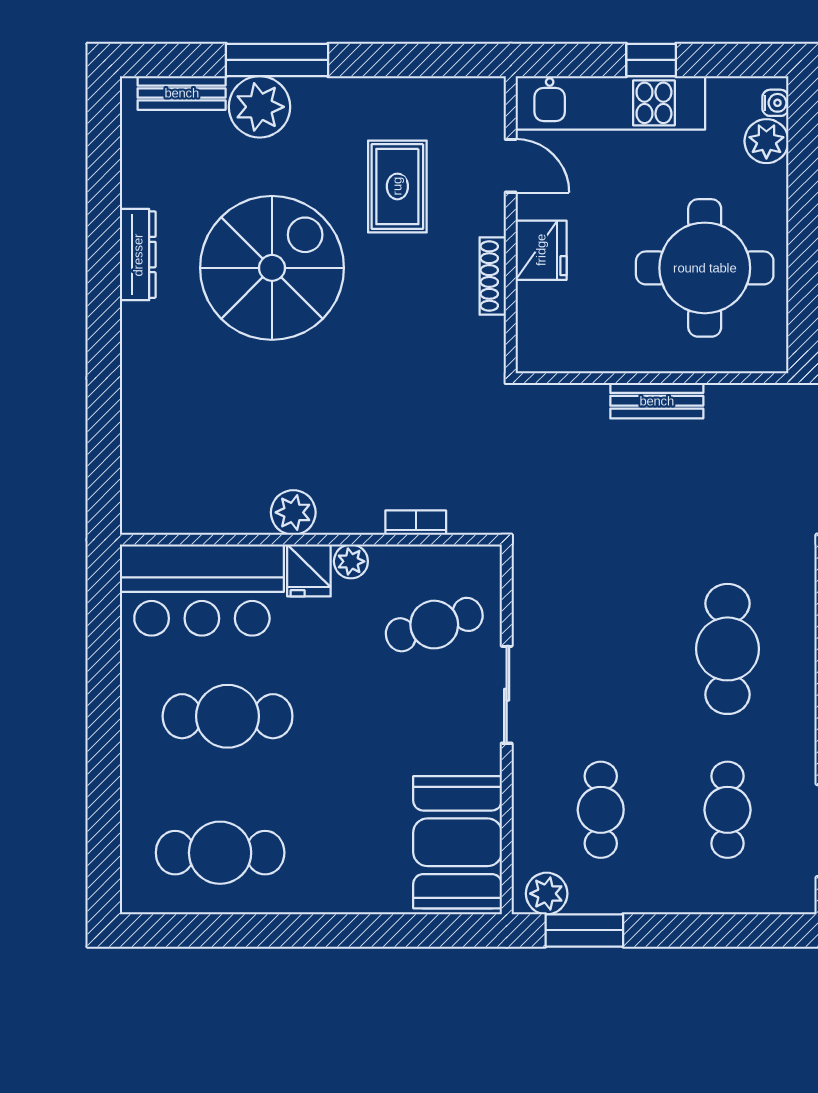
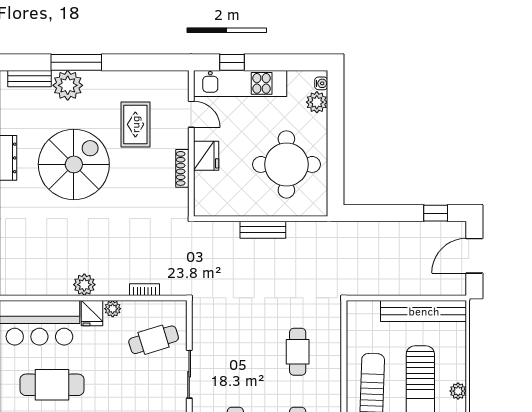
window: (651, 60) -> (232, 62), moved
cafe table: (727, 649) -> (298, 352), width x0.73, depth x0.74

